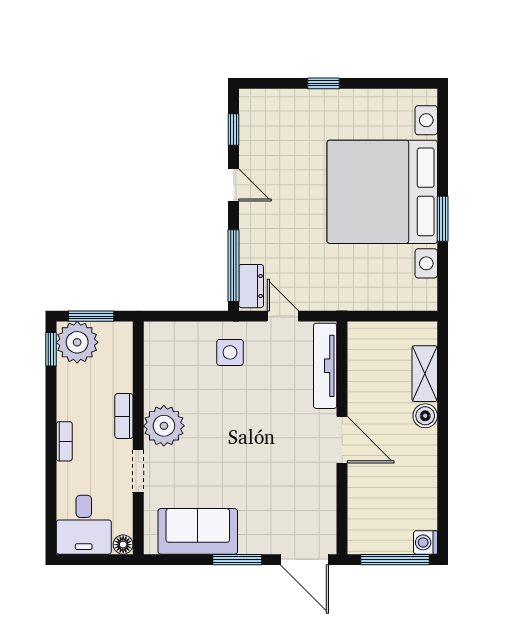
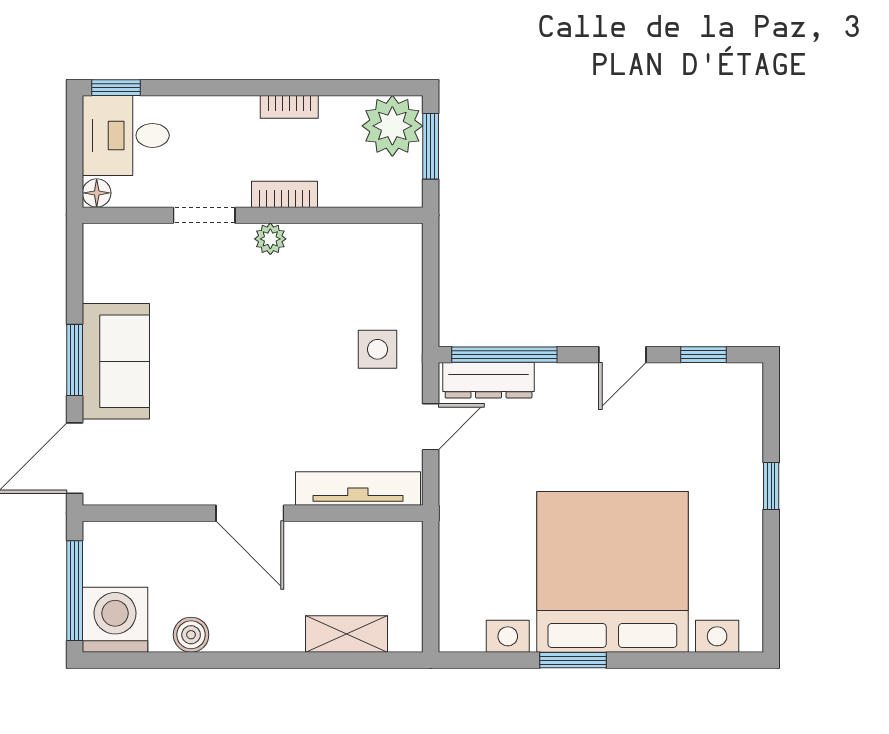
dresser: (251, 286) -> (489, 380), width x1.44
window: (51, 349) -> (116, 88), moved
boiler: (425, 416) -> (191, 635), moved
plant: (164, 426) -> (270, 239), width x0.53, depth x0.53
door: (342, 440) -> (250, 513), hinge flipped
bookcase: (64, 441) -> (289, 107), moved
sofa: (198, 531) -> (116, 361), moved
washing machine: (425, 542) -> (115, 620), width x1.89, depth x1.89

